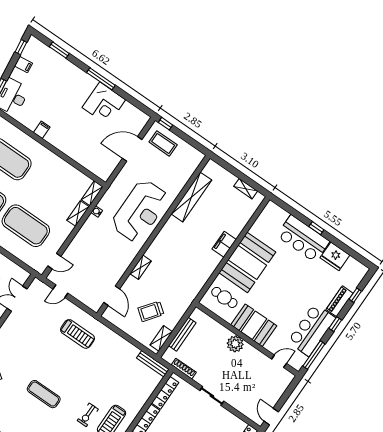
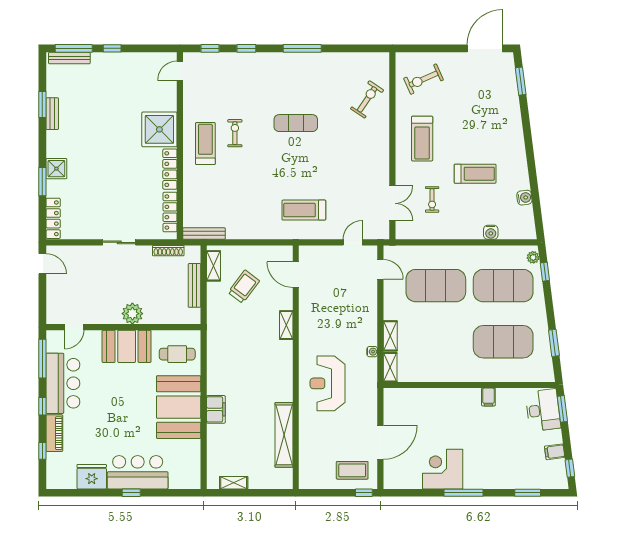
reception desk: (140, 211) -> (328, 383), width x0.74, depth x0.77
door: (54, 261) -> (380, 269), swing flipped

